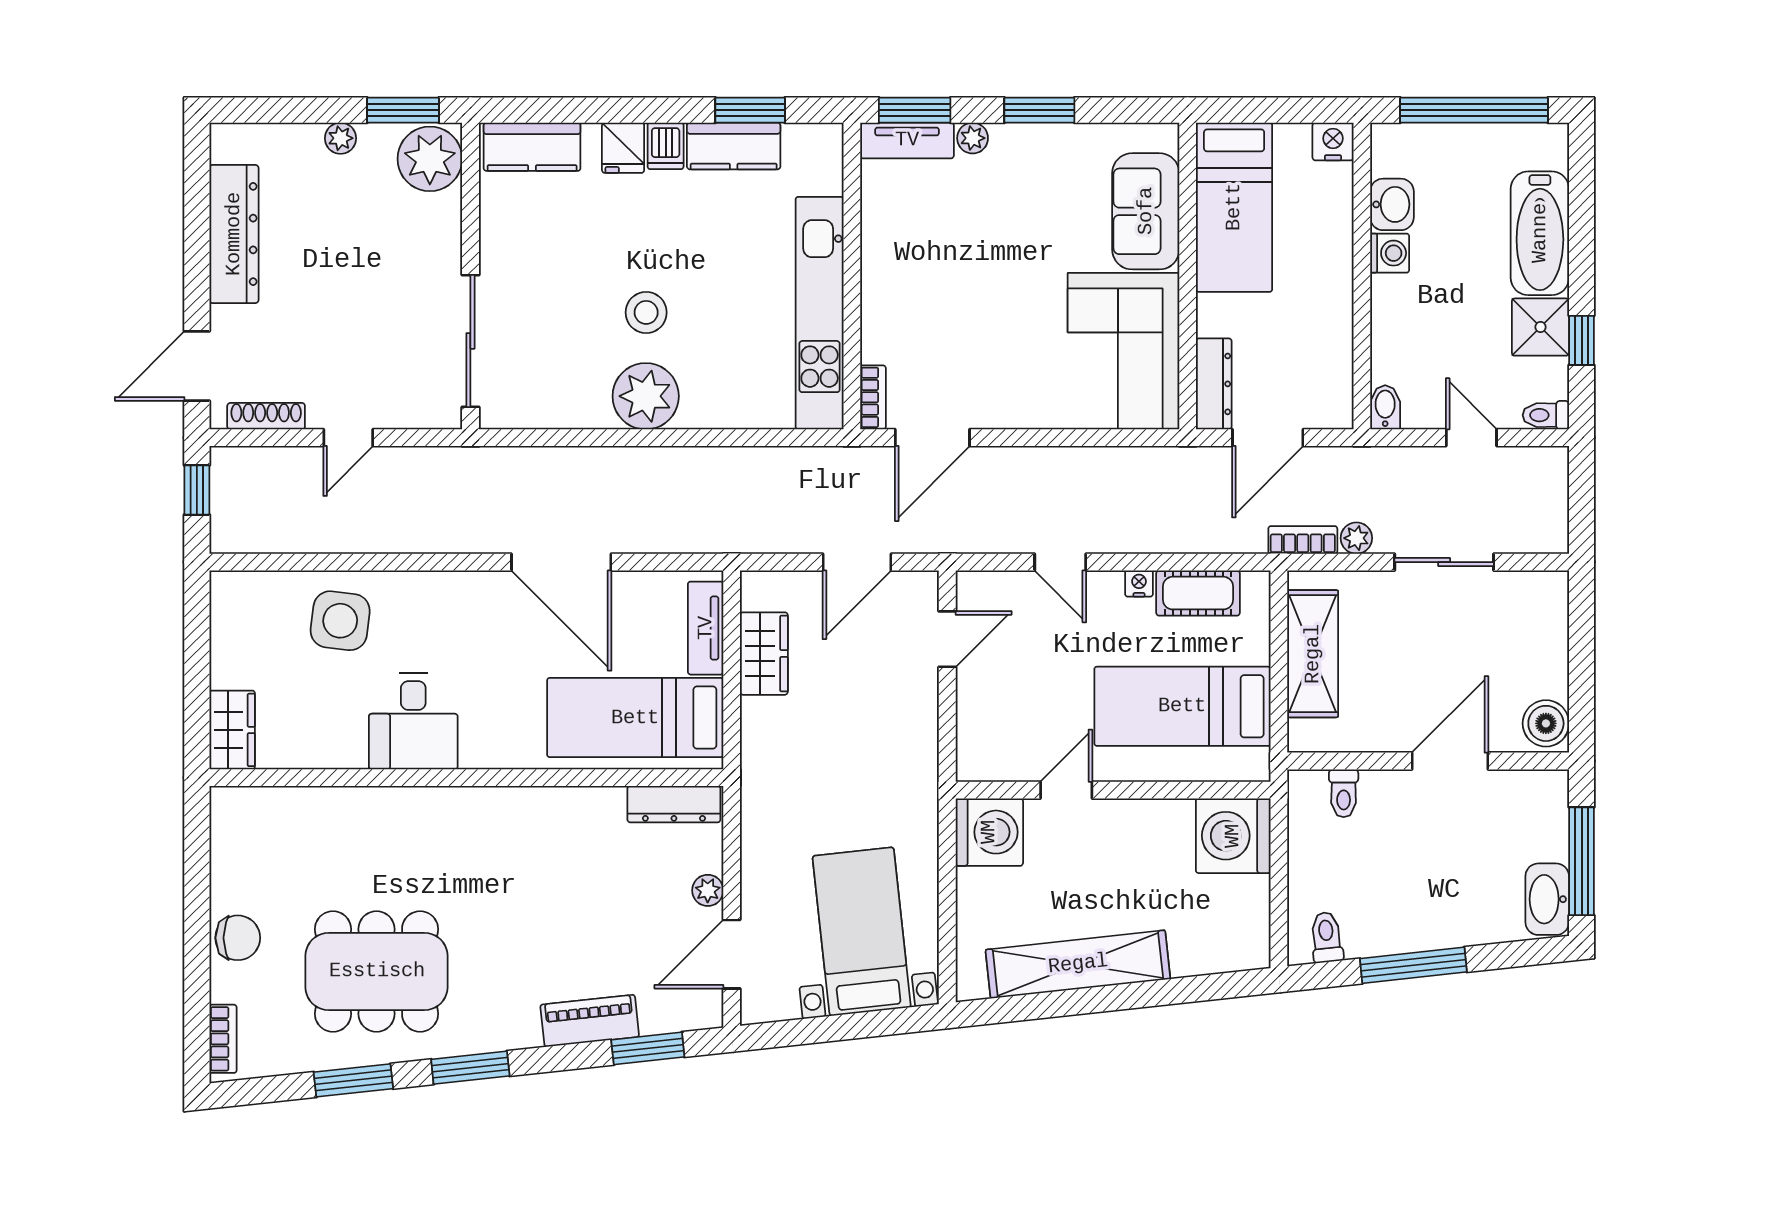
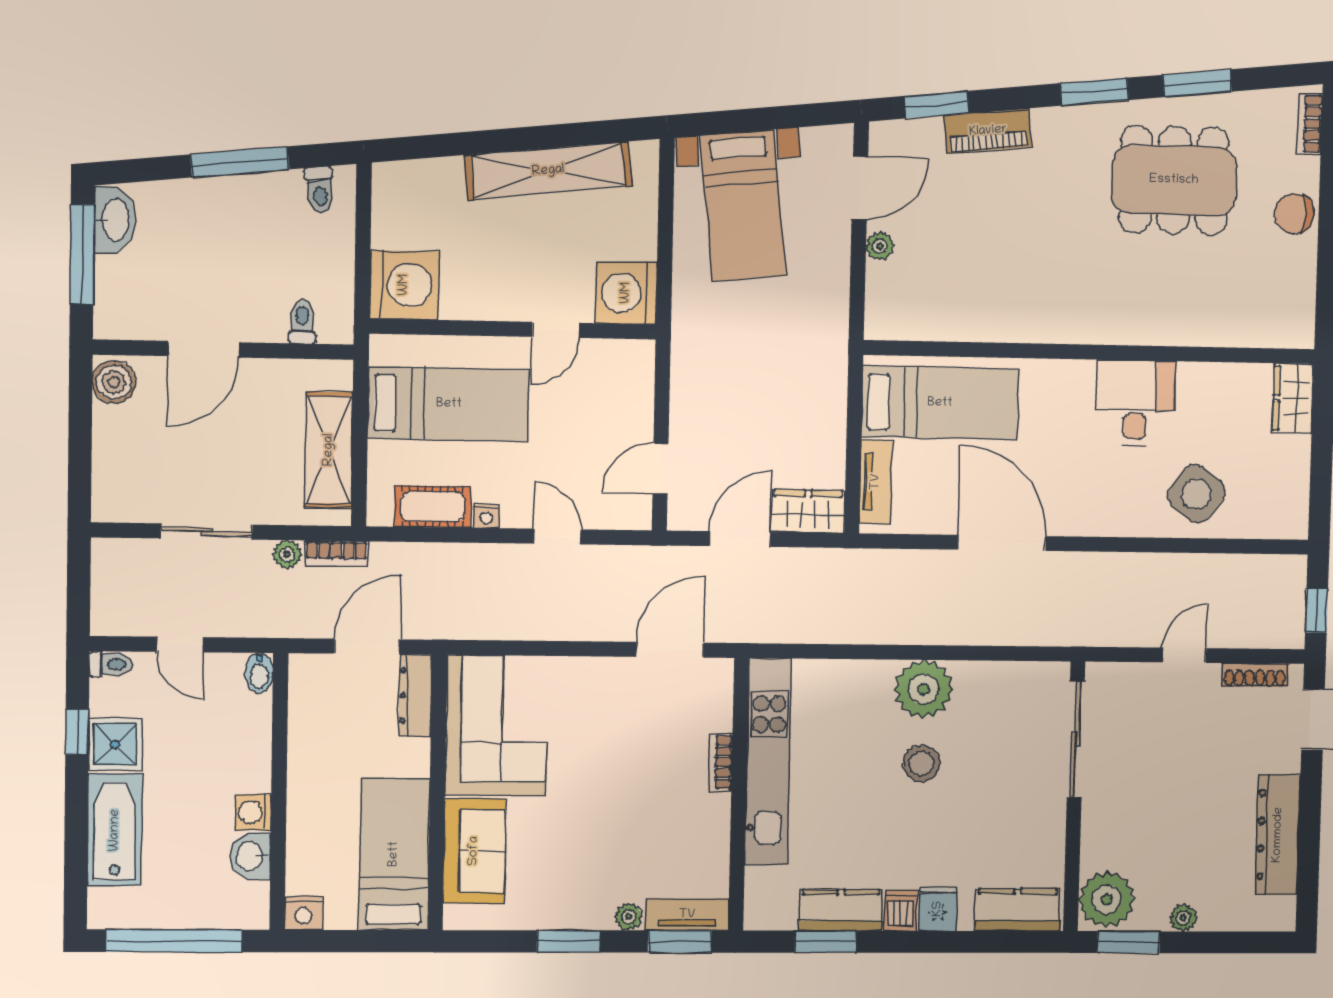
bookcase: (873, 397) -> (721, 762), moved
side table: (340, 621) -> (1196, 494), turned 30
wardrobe: (764, 654) -> (808, 511), moved, turned 90
dresser: (674, 804) -> (908, 325), removed

